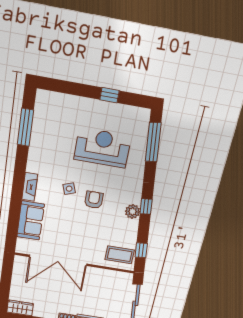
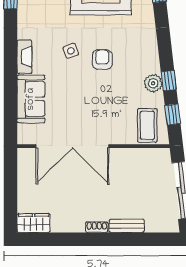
window: (146, 207) -> (169, 81), moved
plant: (133, 212) -> (153, 83), moved
coffee table: (120, 255) -> (147, 125), turned 90

